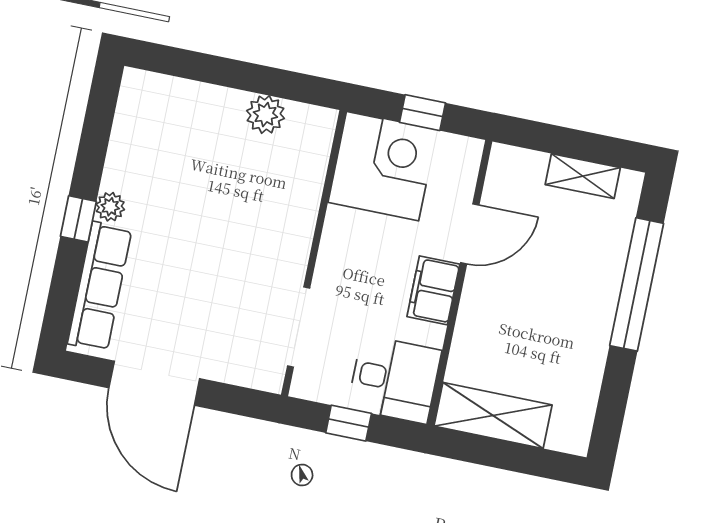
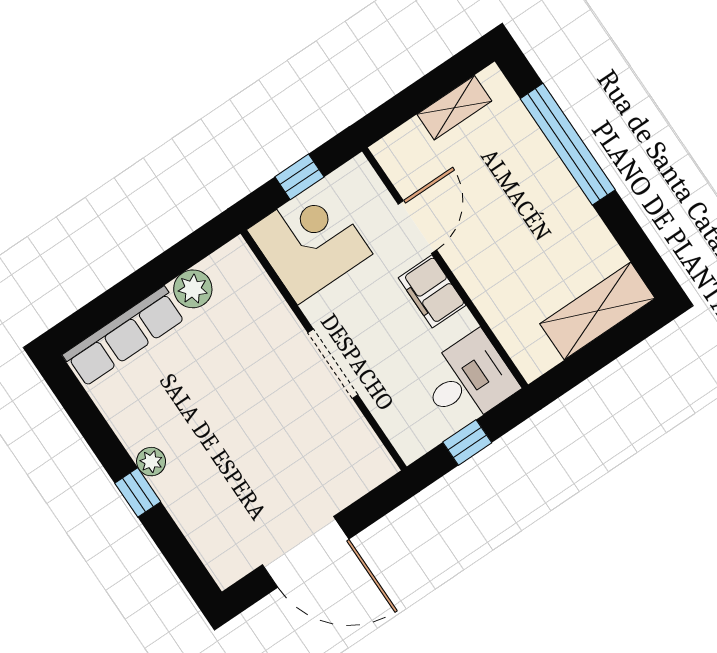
row of seats: (100, 286) -> (124, 337), moved, turned 90
doorway: (299, 327) -> (333, 364), moved
shelving: (493, 415) -> (597, 311), moved

